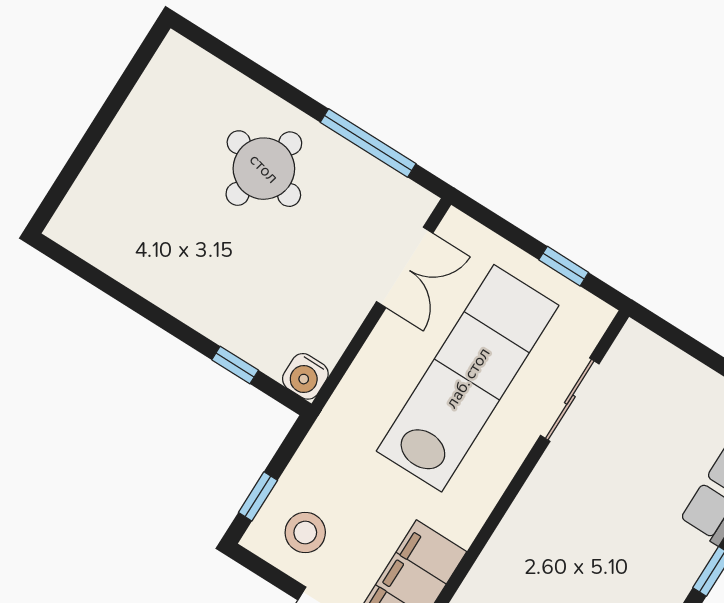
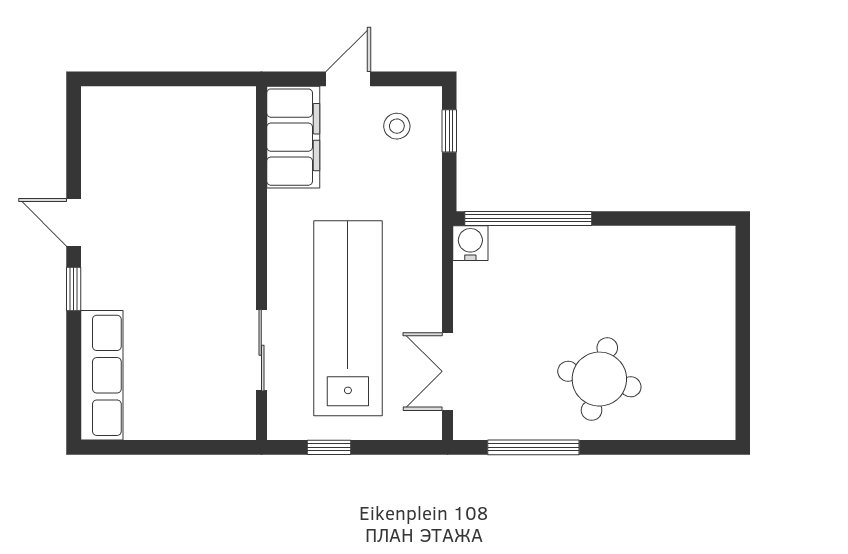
window: (235, 365) -> (528, 218), width x3.17
lab bench: (468, 378) -> (348, 318), turned 180
stool: (305, 533) -> (397, 126), width x0.73, depth x0.73

